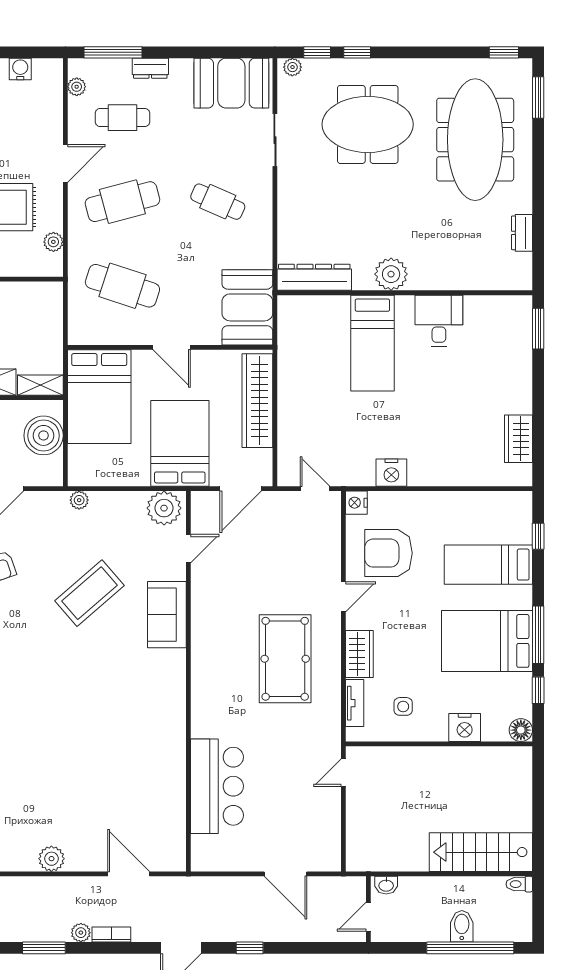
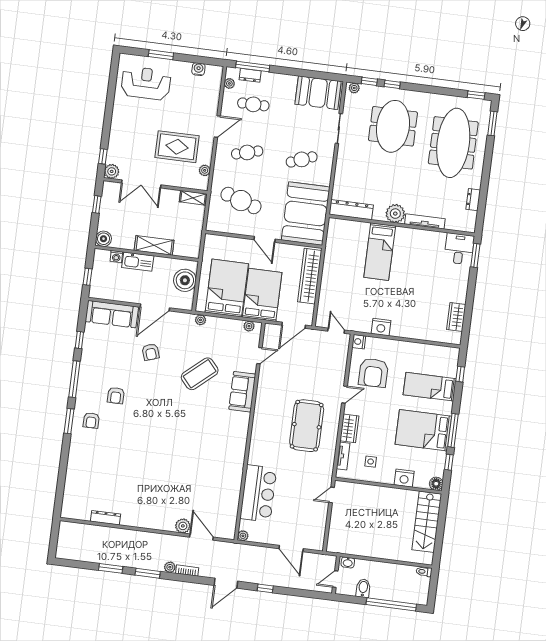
dresser: (150, 68) -> (250, 75), moved
meeting table: (368, 124) -> (393, 126), turned 90
cafe table: (122, 202) -> (247, 152), width x0.73, depth x0.74
cafe table: (218, 202) -> (302, 159), turned -45
tv unit: (444, 281) -> (425, 221), added
booth: (247, 307) -> (306, 214), width x1.36, depth x1.42
desk: (439, 321) -> (459, 249), moved
shelving: (40, 385) -> (193, 198), moved
bed: (99, 397) -> (227, 288), moved, turned 180
plant: (164, 508) -> (249, 326), width x0.53, depth x0.53
armchair: (388, 553) -> (373, 373), turned -90
stairs: (481, 852) -> (427, 522), moved, turned -90
plant: (51, 859) -> (183, 526), moved
plant: (200, 862) -> (243, 536), added
bidet: (462, 926) -> (363, 588), moved

